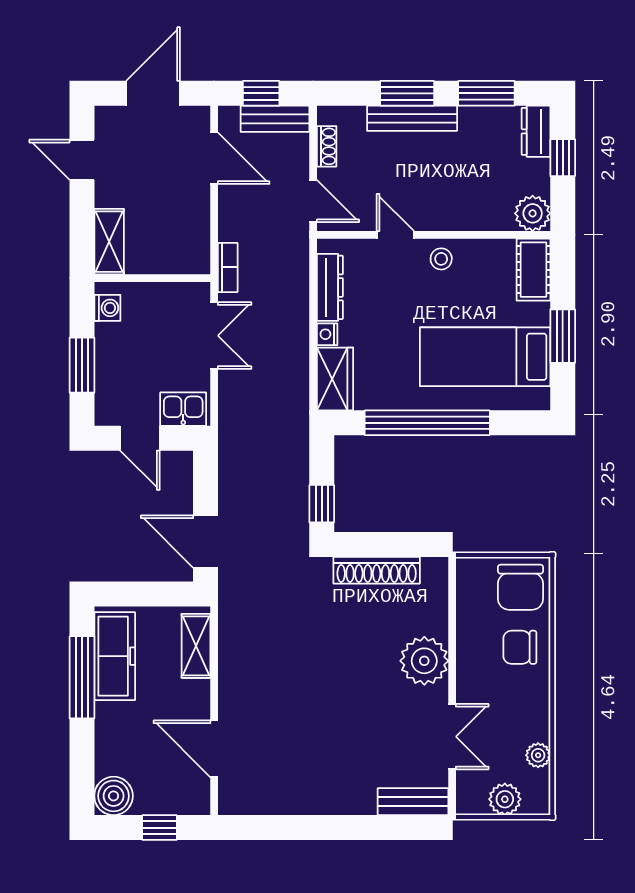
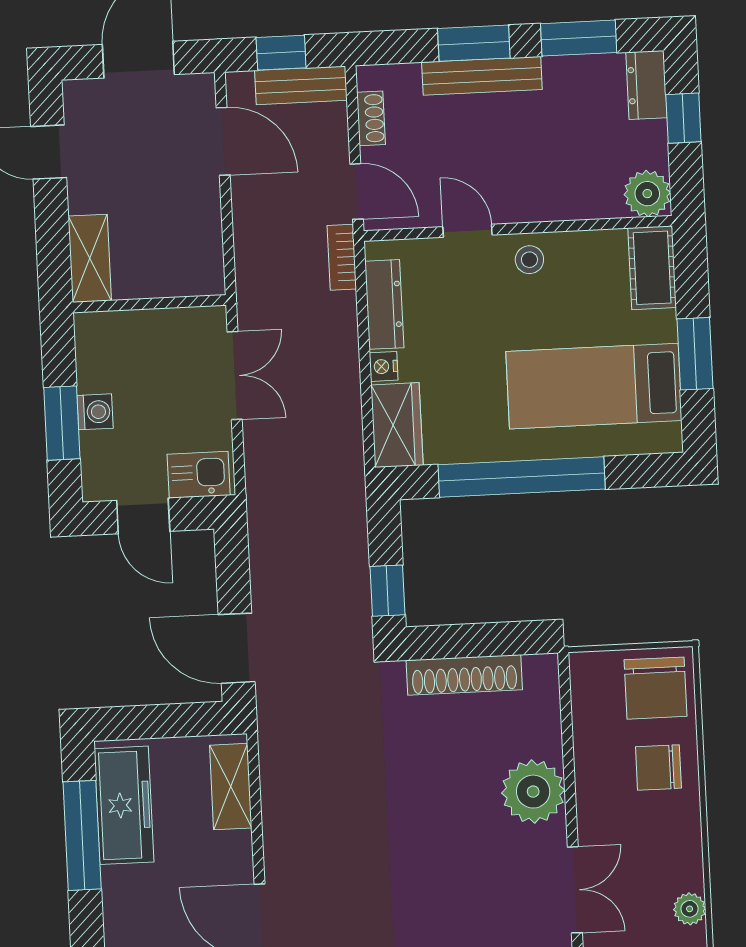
bookcase: (228, 267) -> (342, 257), moved, turned 180
washing machine: (107, 308) -> (95, 412), moved

